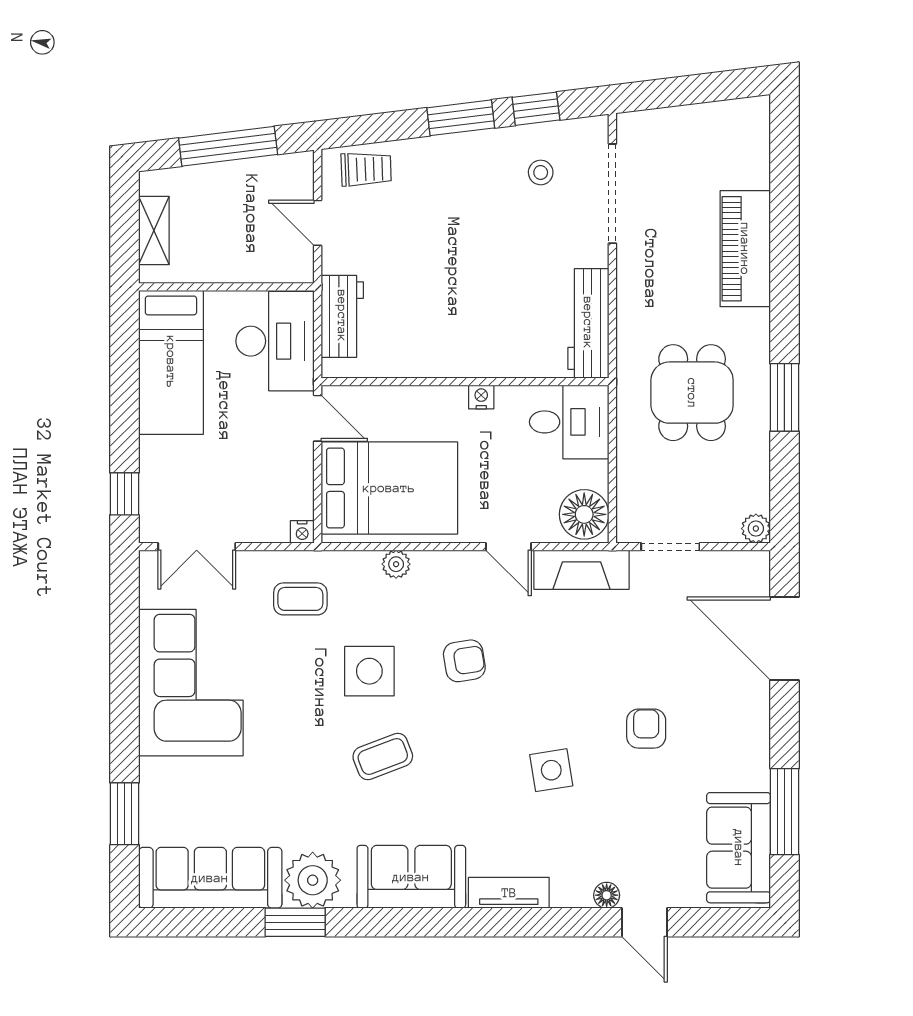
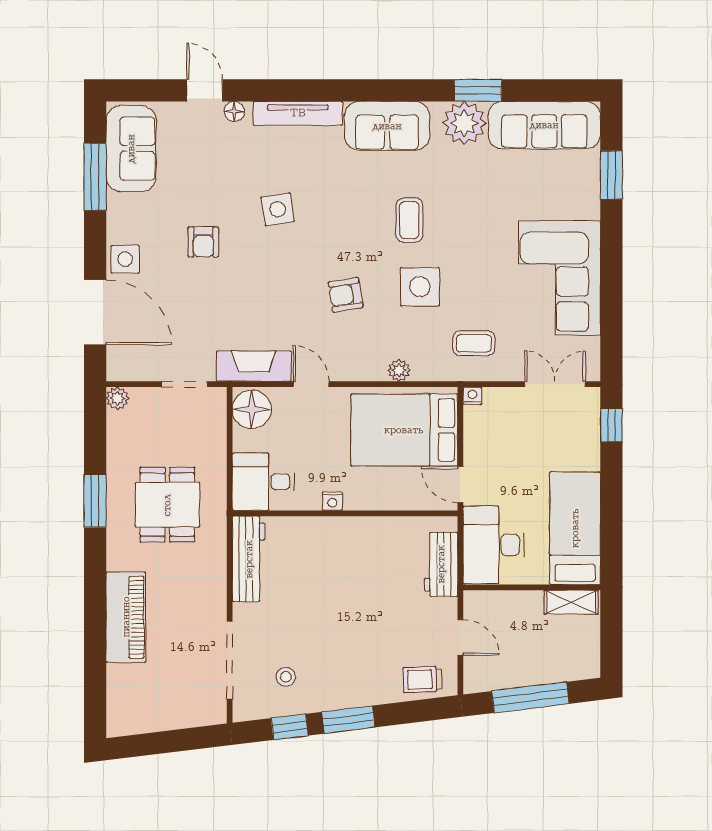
shelving: (154, 231) -> (571, 602), moved, turned 90
side table: (746, 706) -> (125, 259), added
coffee table: (383, 756) -> (409, 220), turned -69
tv unit: (509, 893) -> (298, 113), width x1.41

